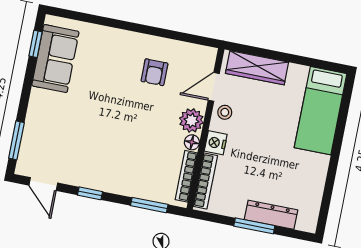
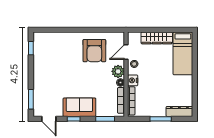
sofa: (55, 59) -> (79, 107), moved, turned -90
wardrobe: (257, 68) -> (157, 38), moved
armchair: (154, 72) -> (94, 51), width x1.88, depth x1.88
dresser: (271, 215) -> (179, 111), moved

